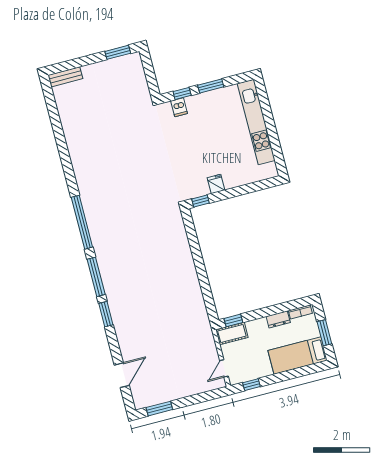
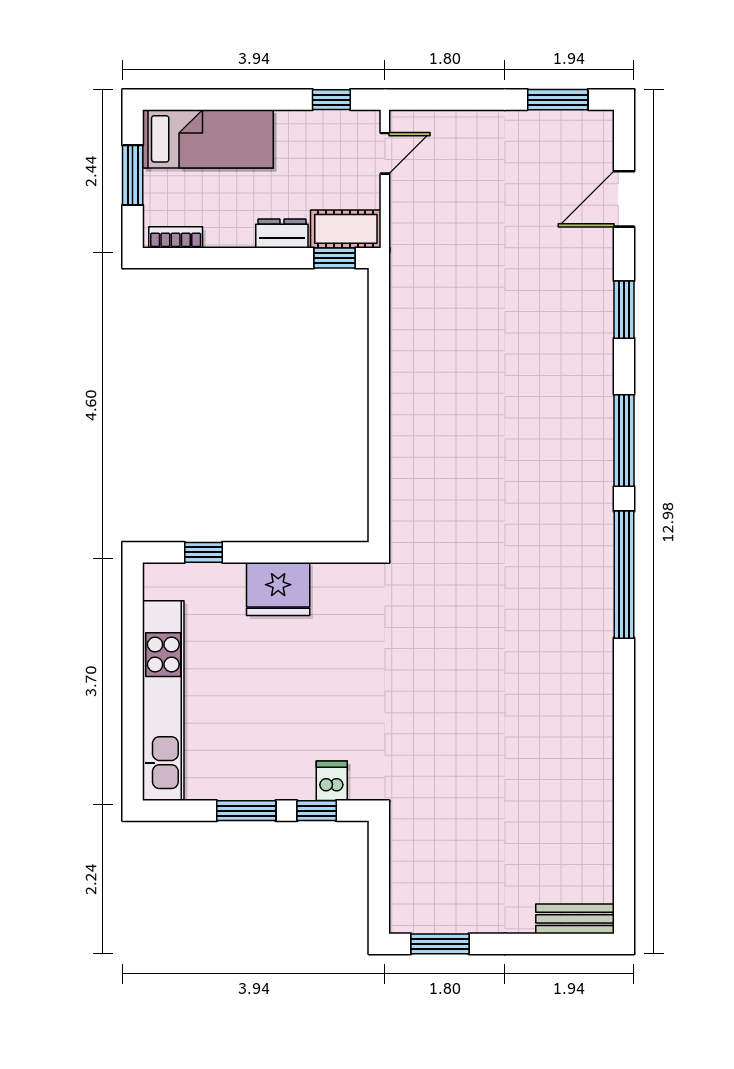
fridge: (216, 184) -> (278, 589), width x1.88, depth x1.34
window: (201, 201) -> (203, 552), moved
window: (106, 314) -> (624, 310), moved
dresser: (278, 319) -> (282, 233), moved

